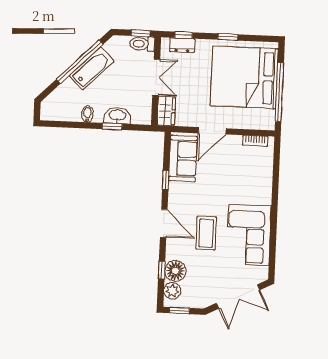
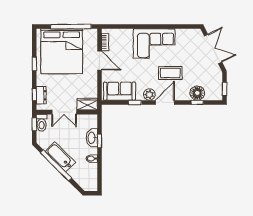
double door: (156, 77) -> (64, 112), swing flipped
door: (212, 131) -> (99, 61), moved
corner sofa: (249, 235) -> (154, 44), moved
plant: (172, 291) -> (149, 95), moved

